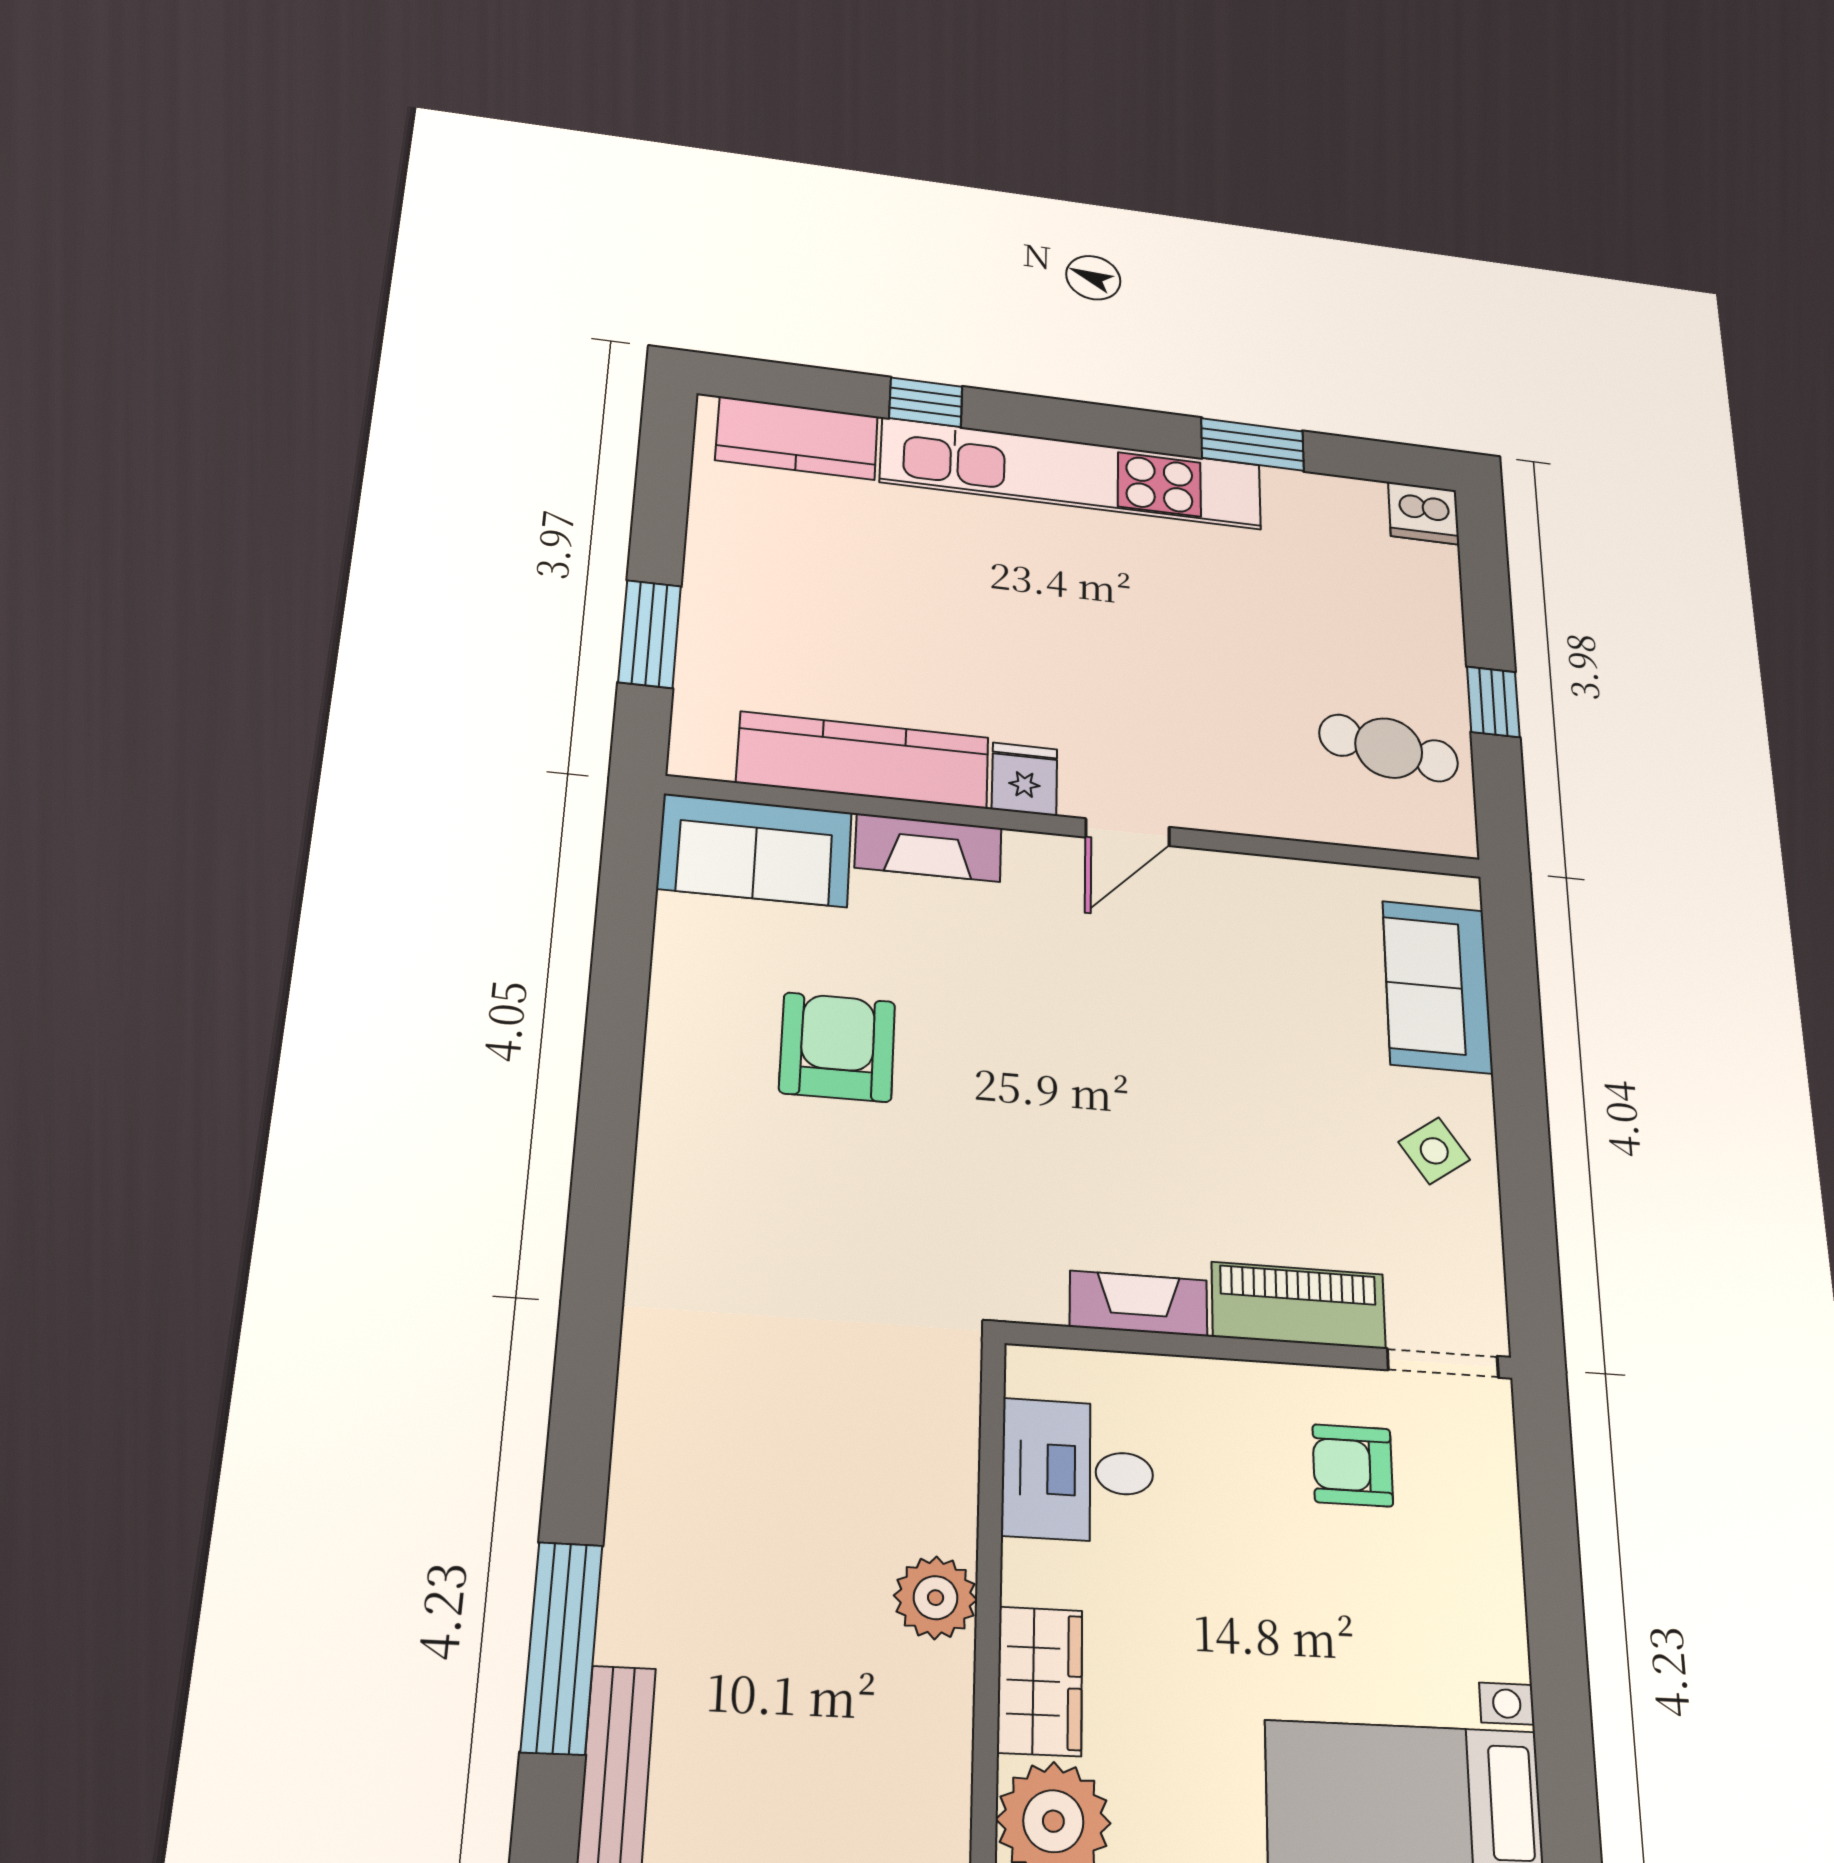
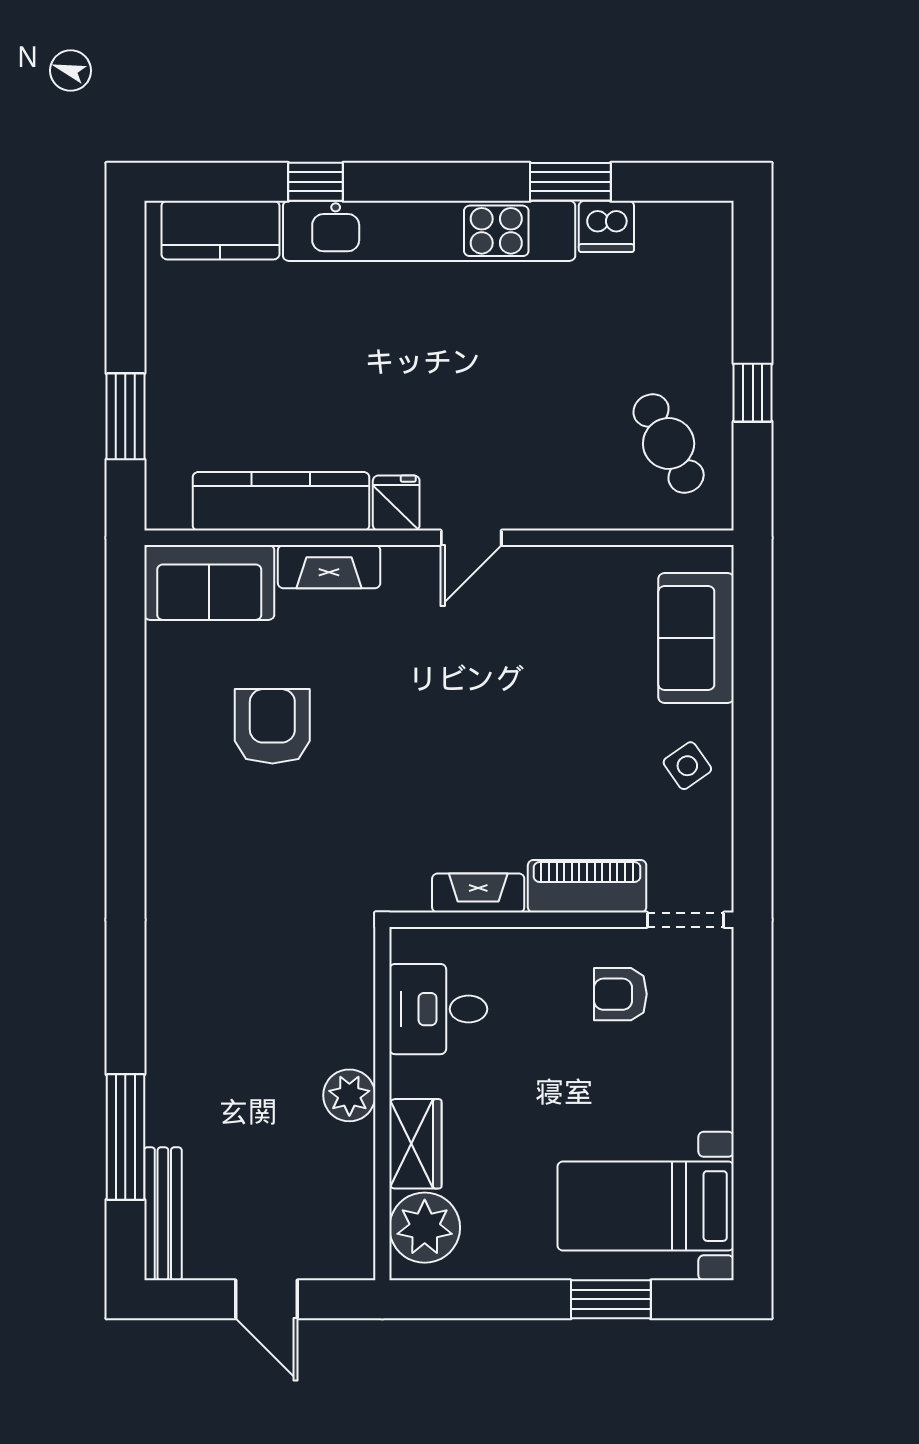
dishwasher: (1424, 513) -> (606, 226), moved
cafe table: (1389, 748) -> (669, 444), turned 52

